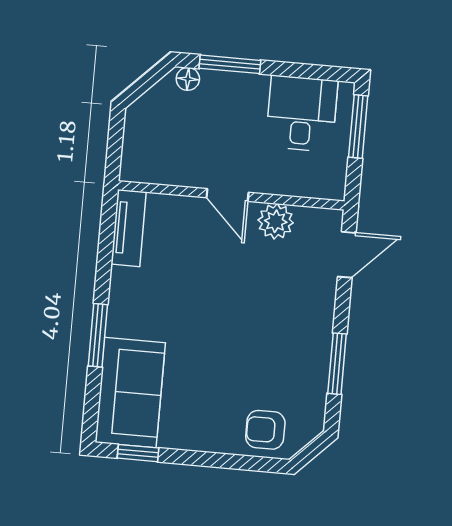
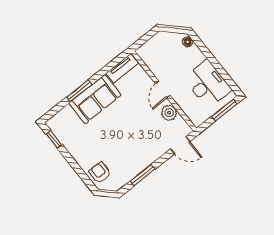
window: (230, 64) -> (205, 51), removed
desk: (302, 114) -> (208, 84), width x1.37
sofa: (130, 393) -> (95, 99), moved

